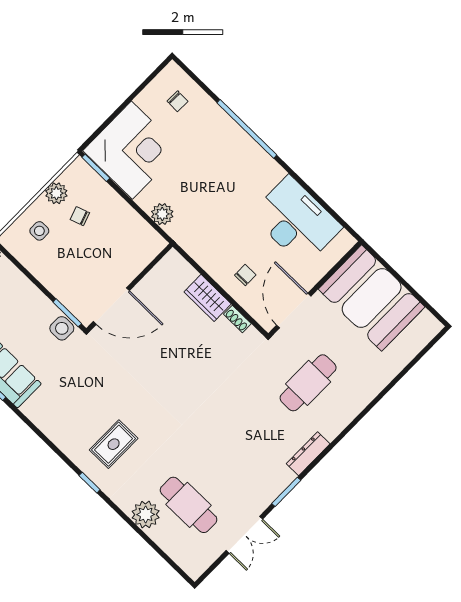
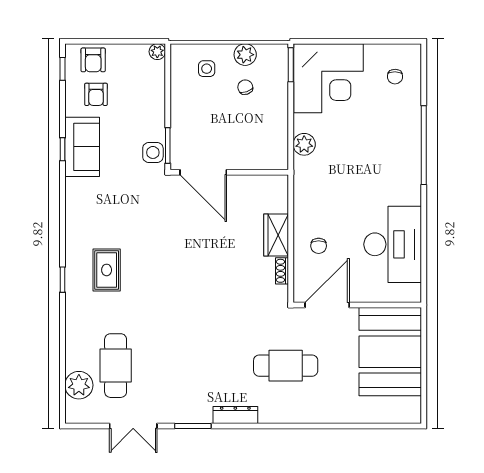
chair: (245, 275) -> (319, 246), turned 90
rug: (114, 444) -> (107, 270), turned 90
plant: (146, 514) -> (79, 385), moved

